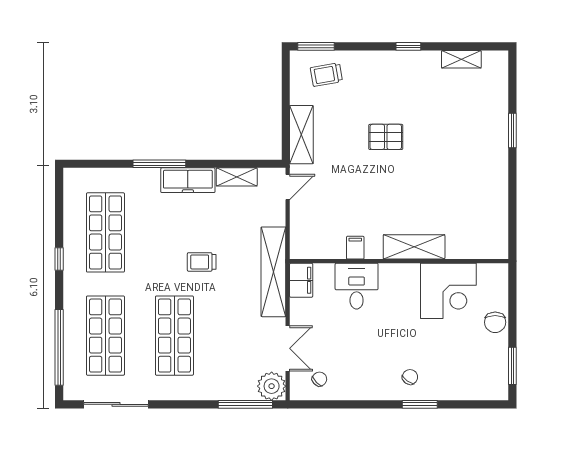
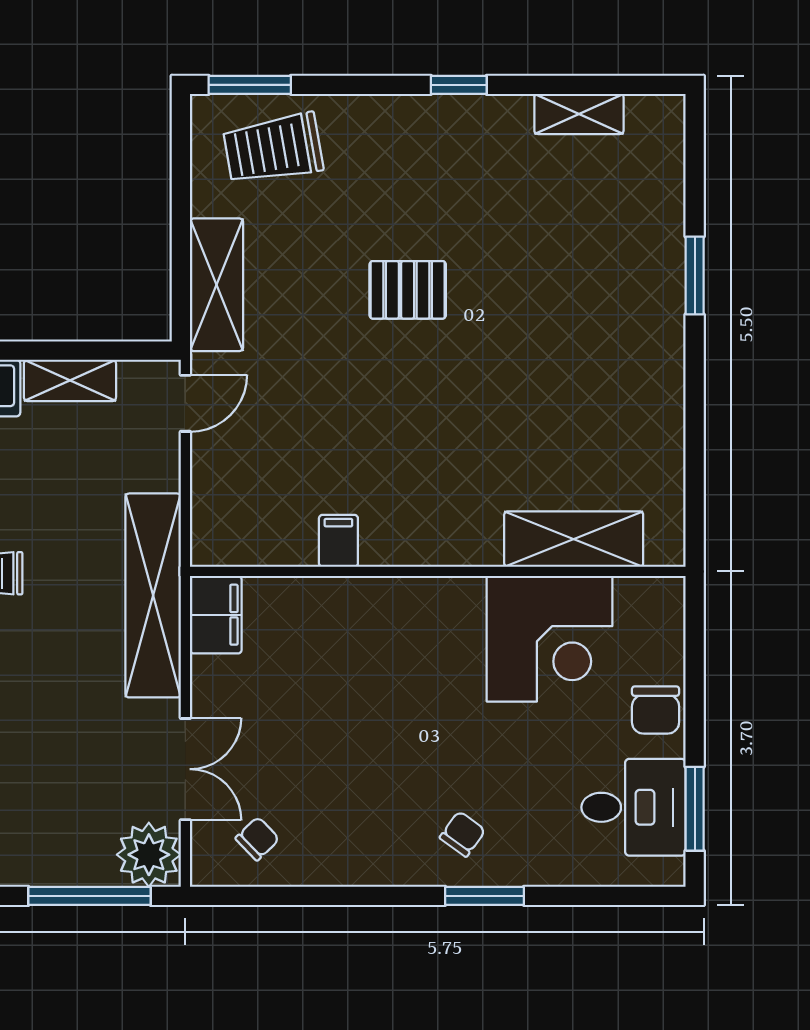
trolley: (326, 75) -> (273, 149), width x1.36, depth x1.39
shelving: (414, 247) -> (574, 539), moved
desk: (357, 286) -> (634, 807), moved, turned 90

